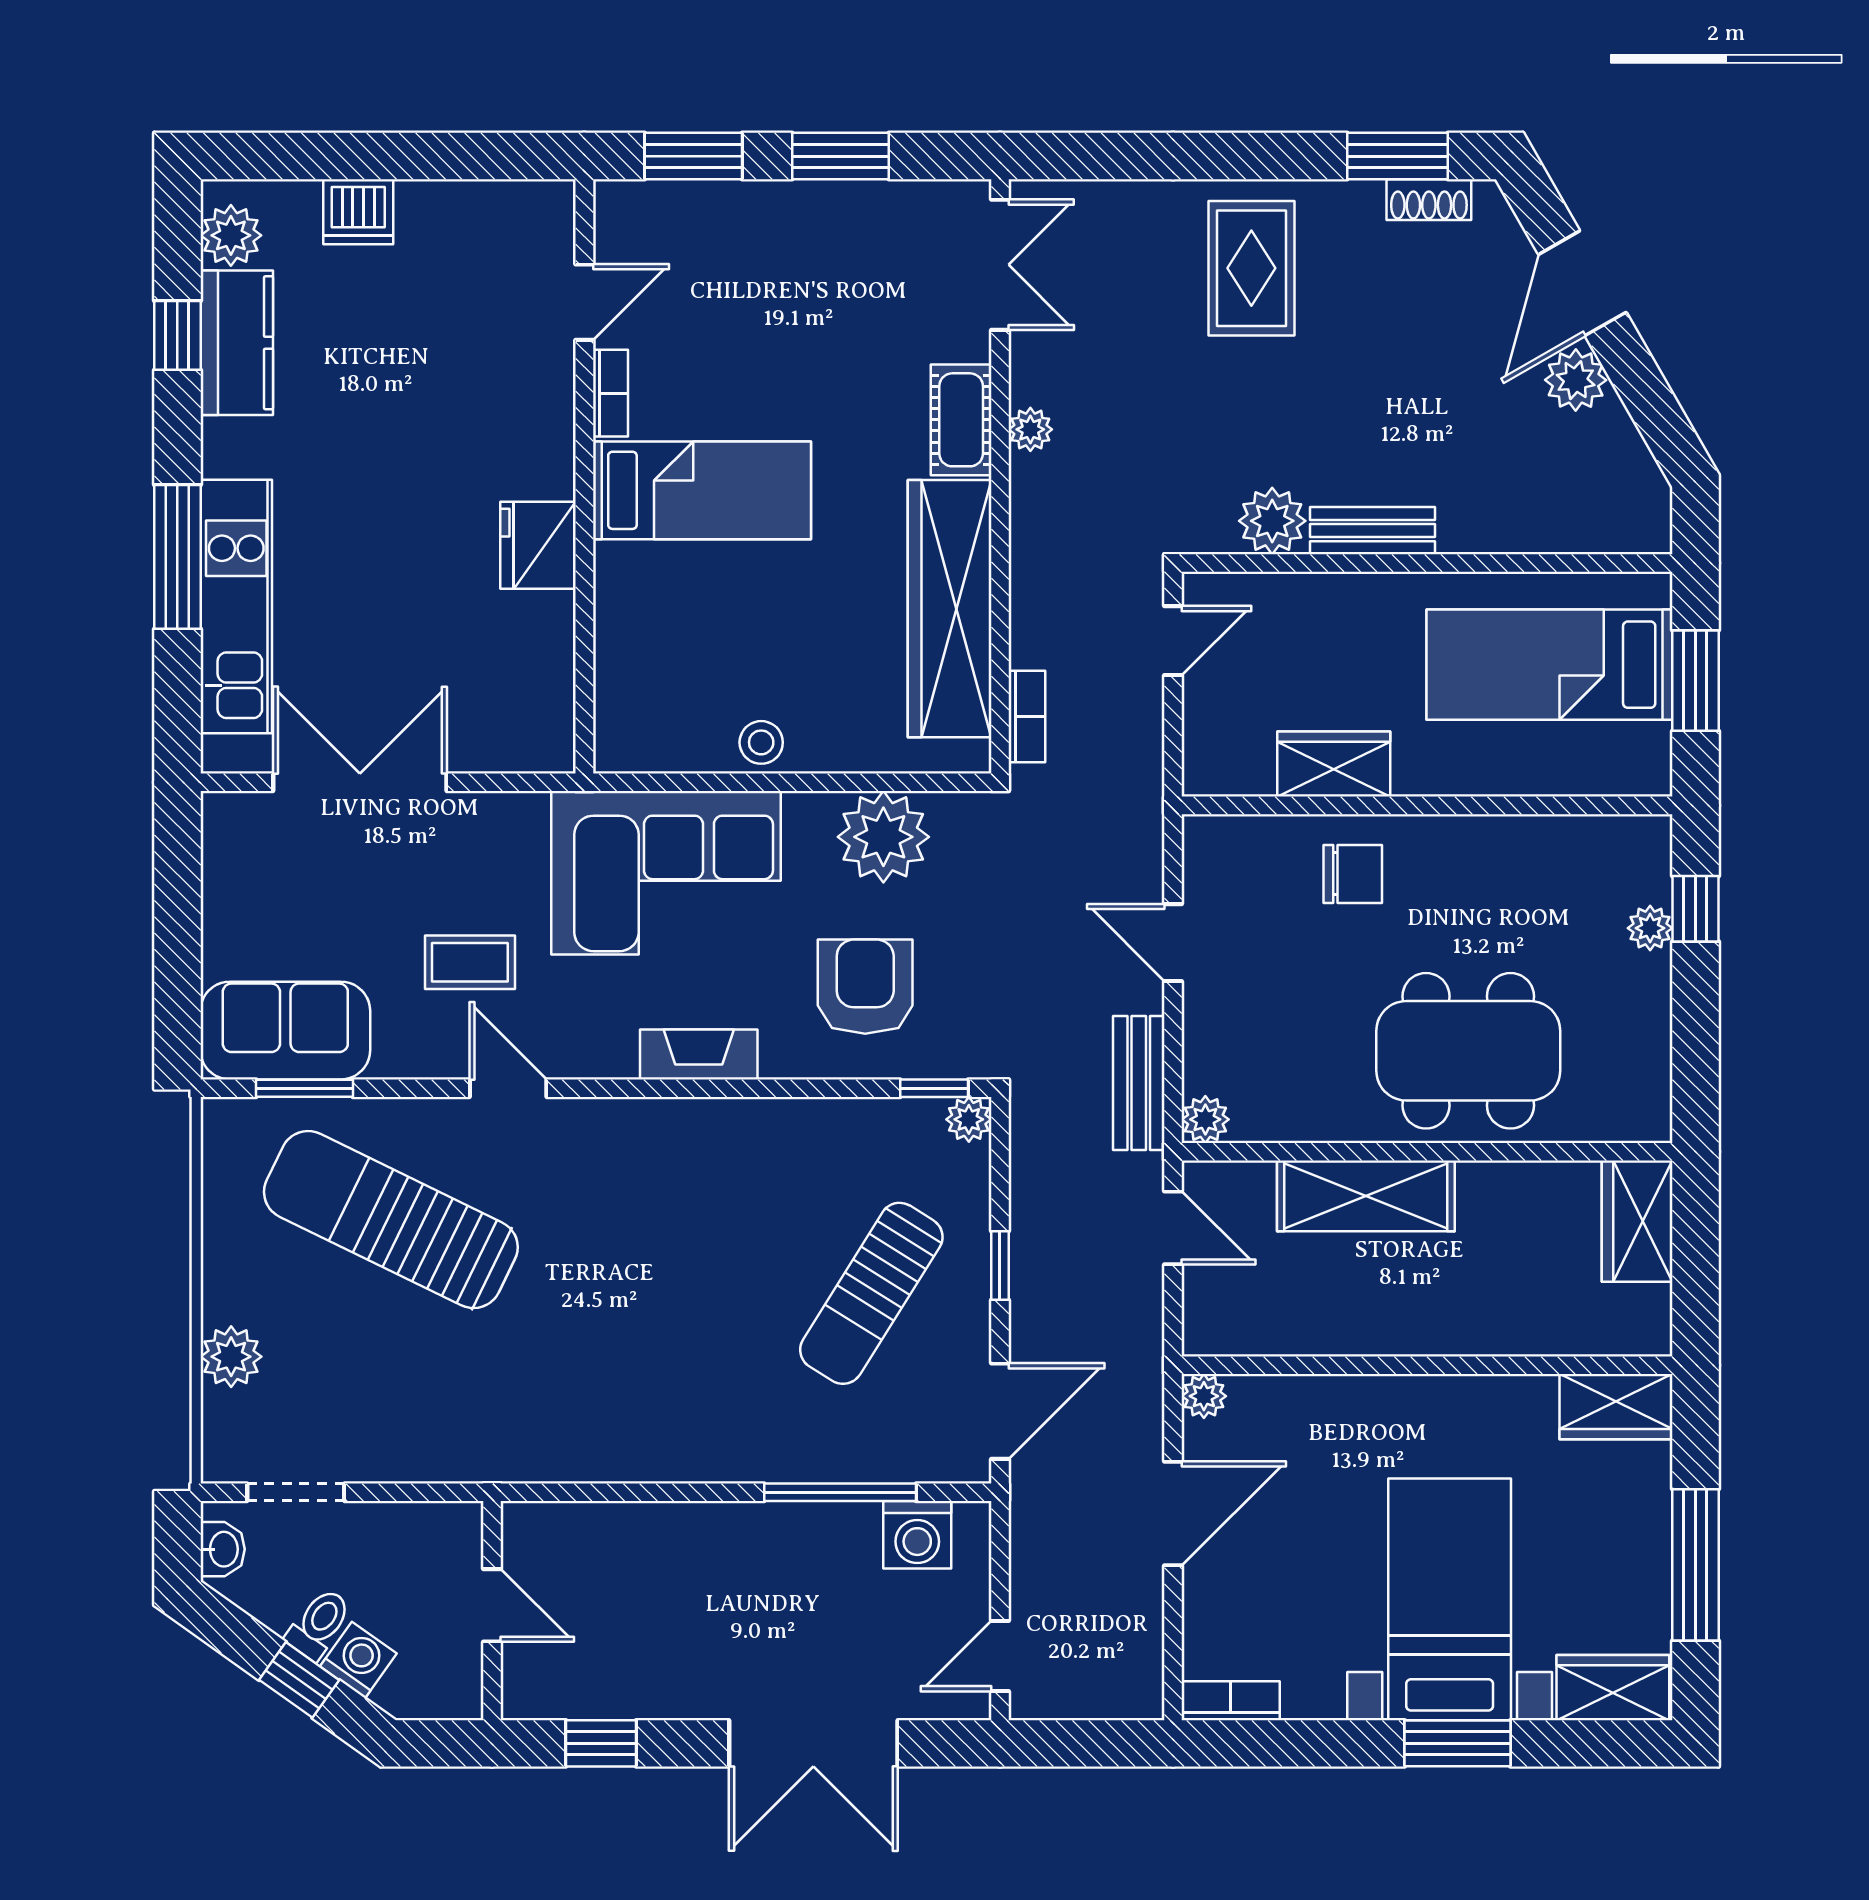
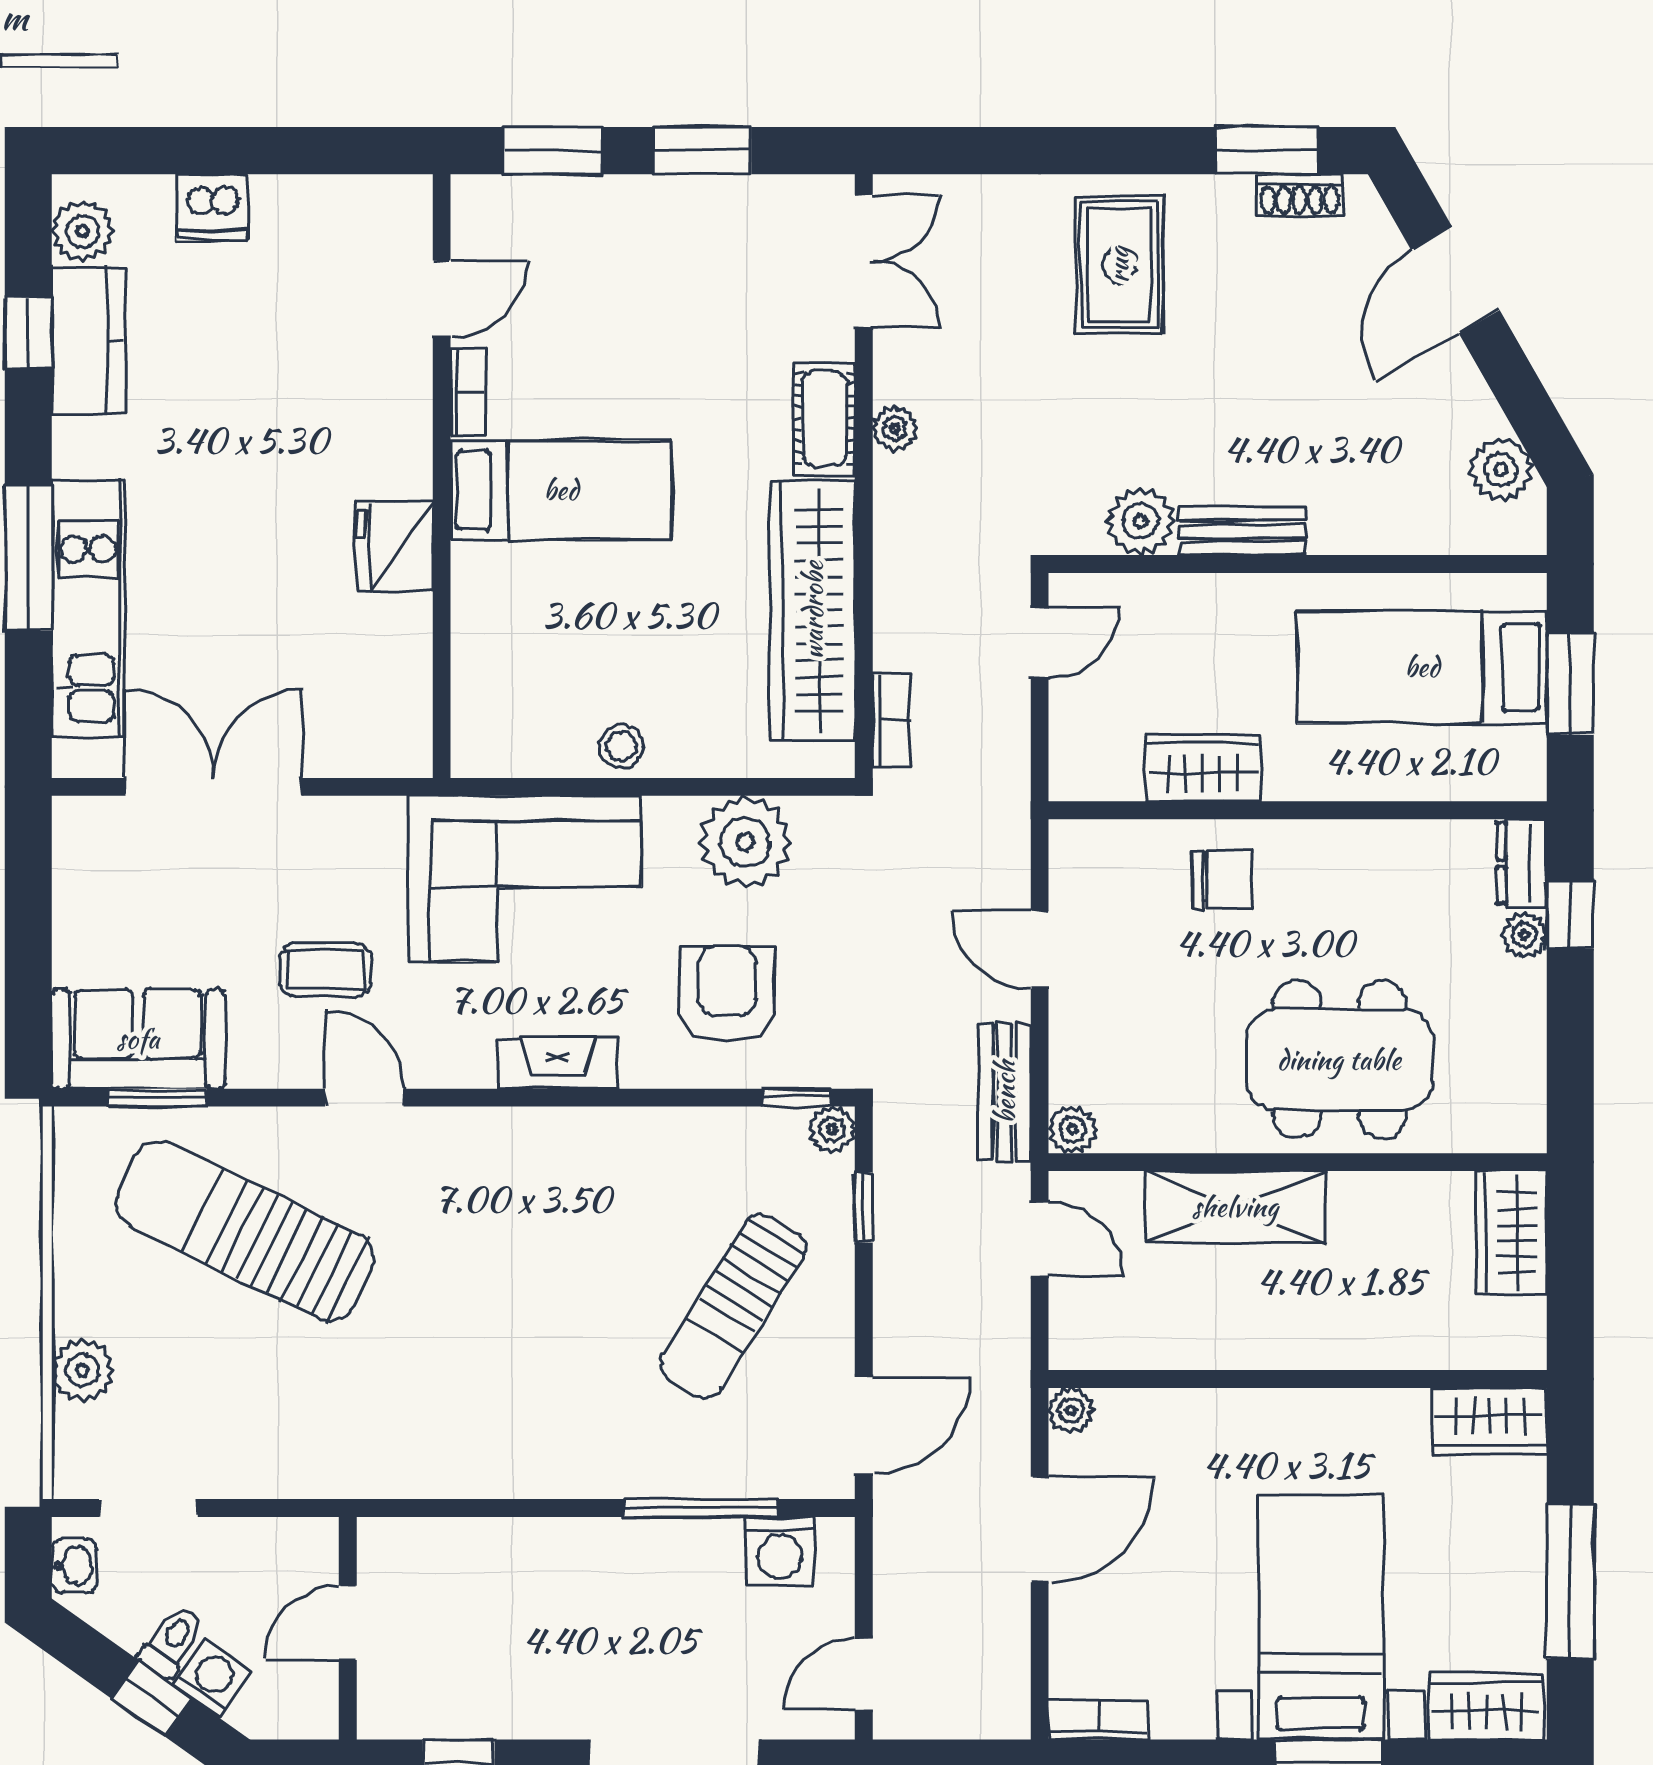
plant: (1576, 380) -> (1501, 470), moved
dresser: (1648, 858) -> (1522, 863), added
window: (1000, 1265) -> (864, 1207), moved
door: (492, 1605) -> (348, 1623), swing flipped

